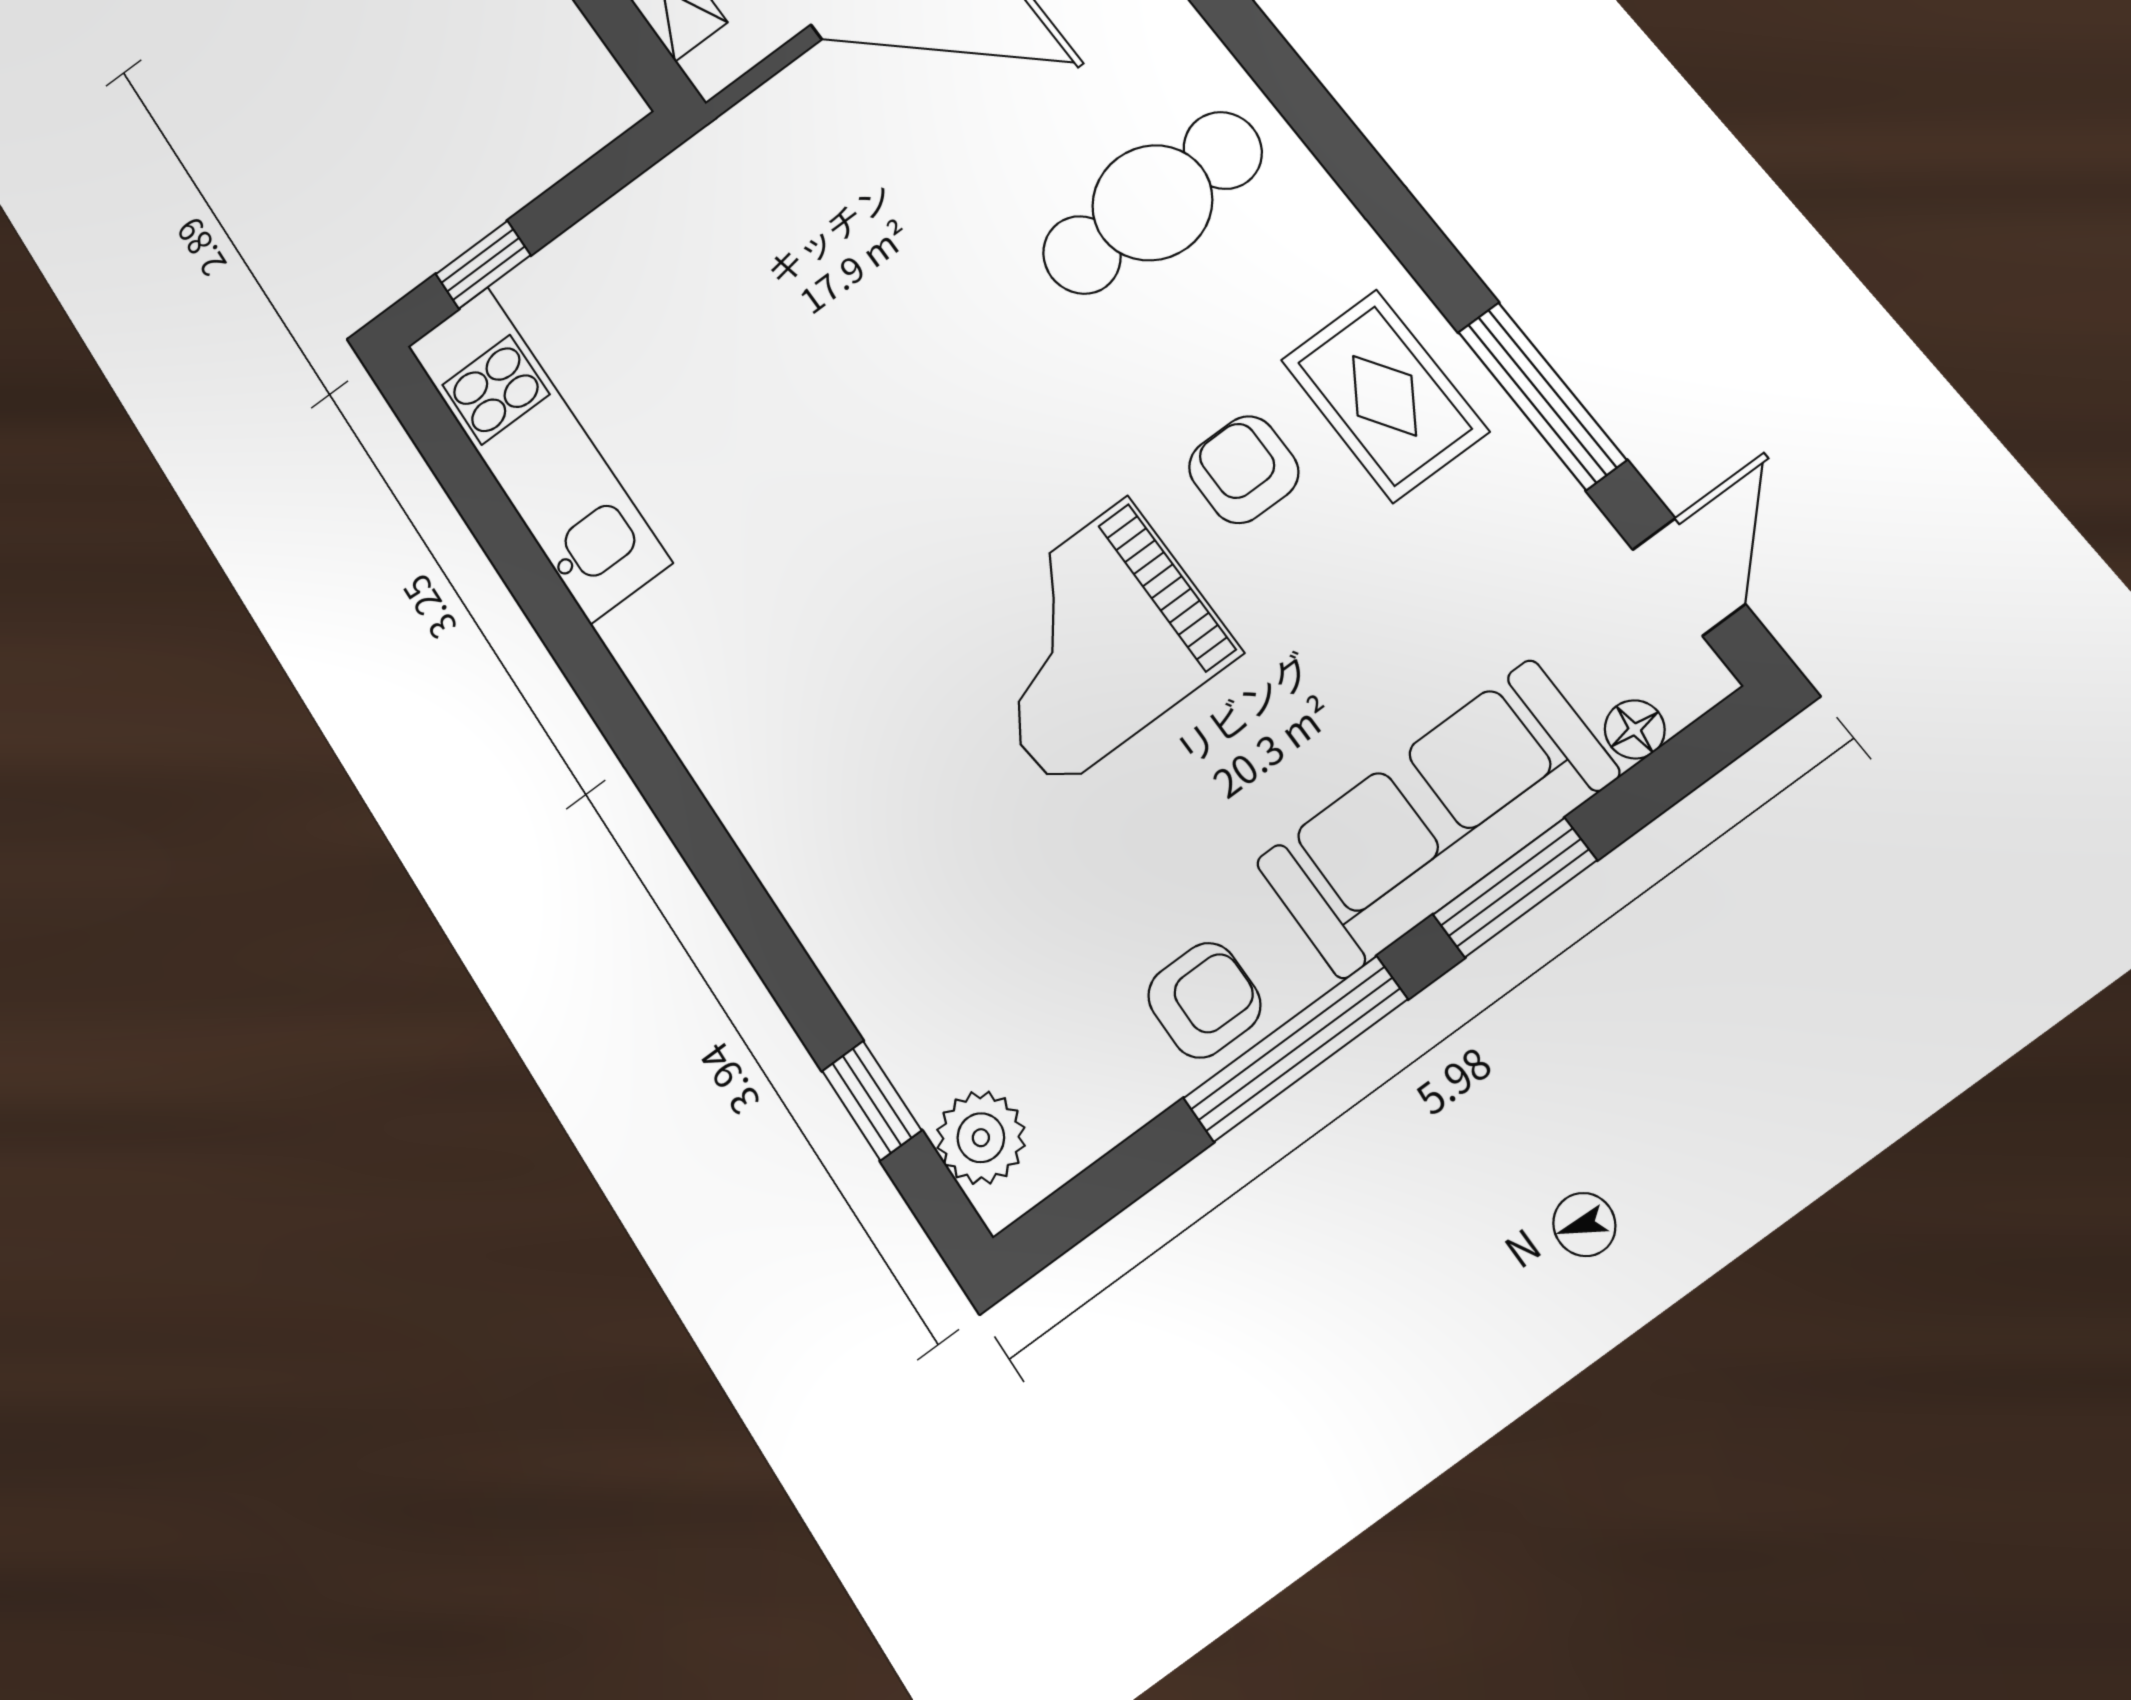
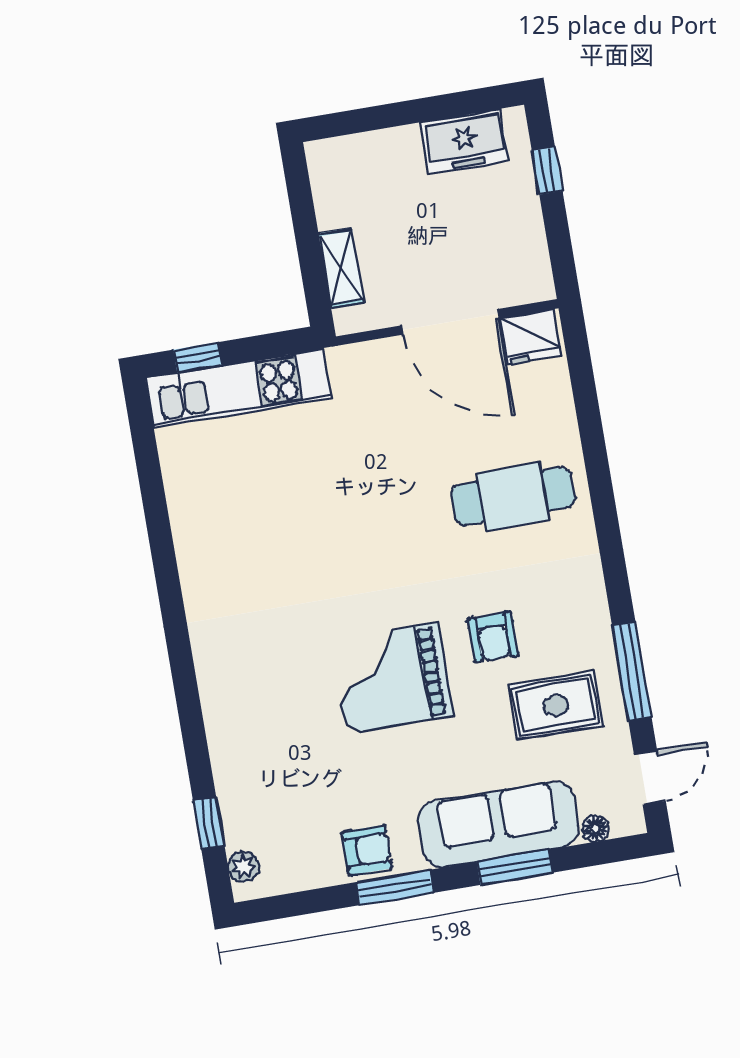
rug: (1385, 396) -> (556, 705), moved, turned 90
kitchen unit: (538, 453) -> (238, 388), moved, turned 90
armchair: (1244, 470) -> (493, 637), turned 180
window: (1295, 1049) -> (395, 888), width x0.69
plant: (981, 1138) -> (243, 867), width x0.73, depth x0.73

